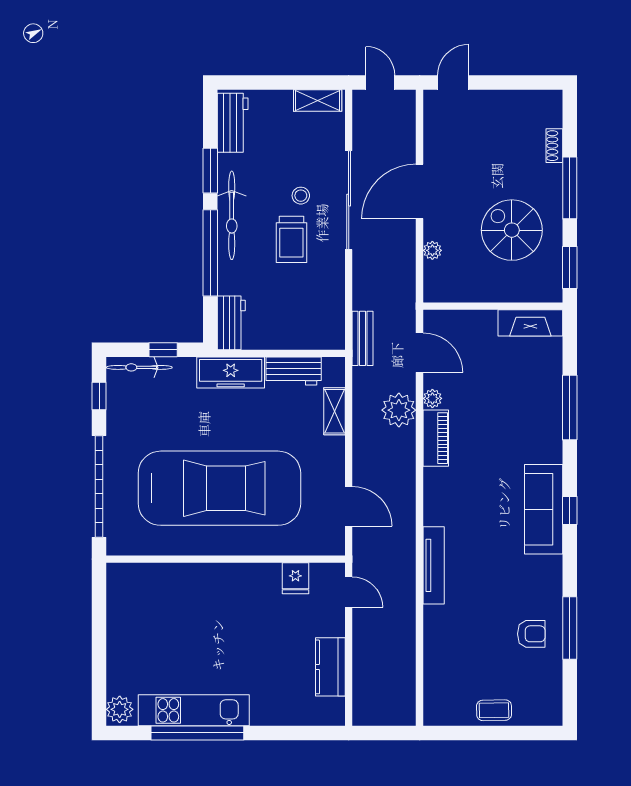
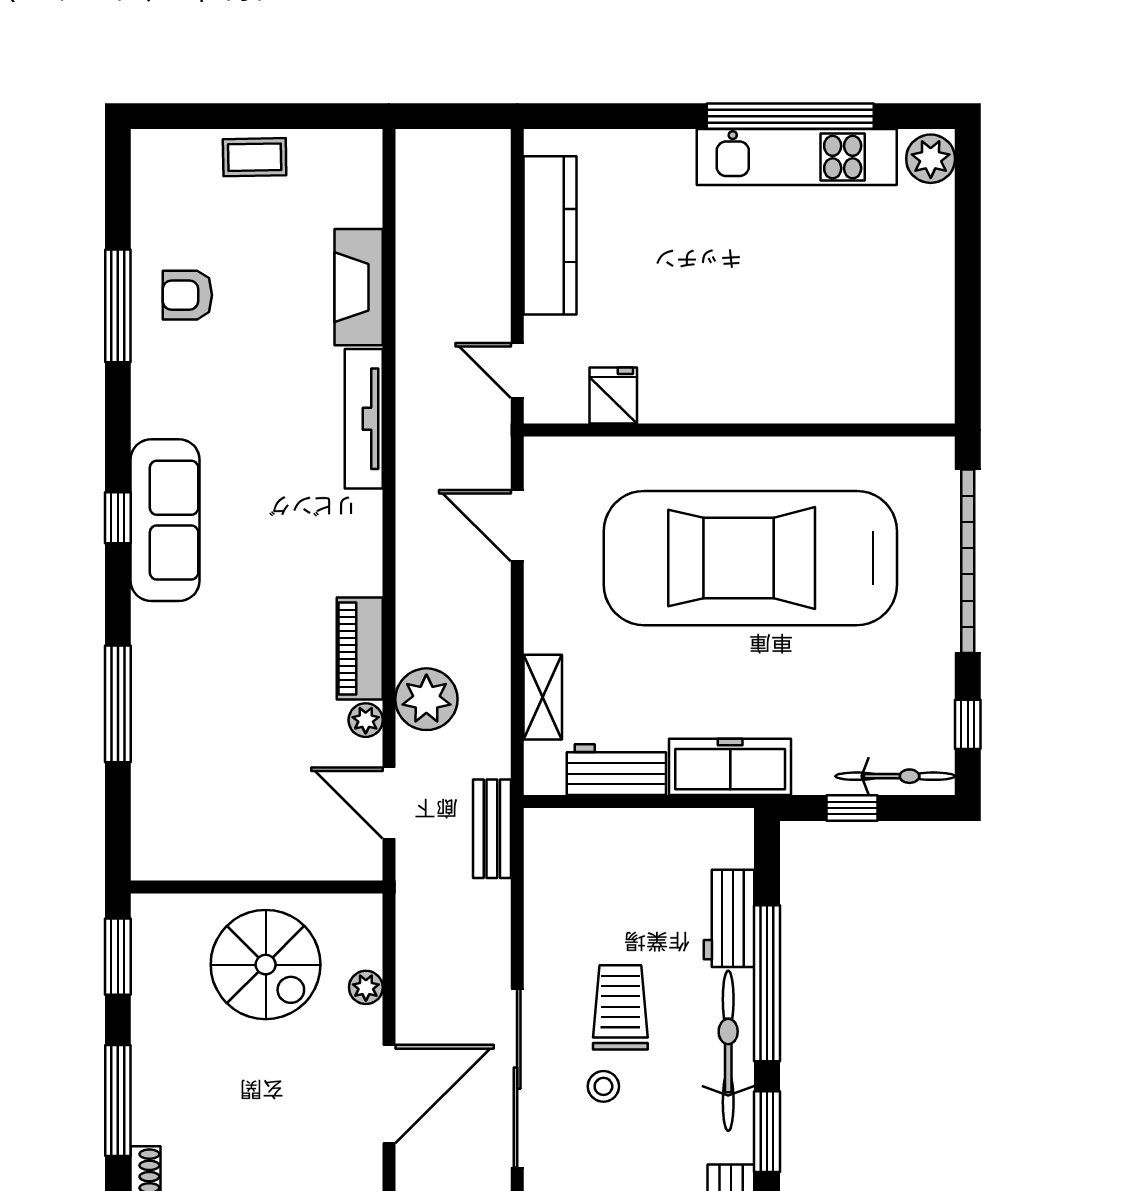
spiral stairs: (512, 230) -> (266, 965), moved
workbench: (231, 323) -> (729, 918), moved
fireplace: (530, 323) -> (359, 287), moved, turned -90
kitchen counter: (330, 667) -> (550, 235), width x1.50

